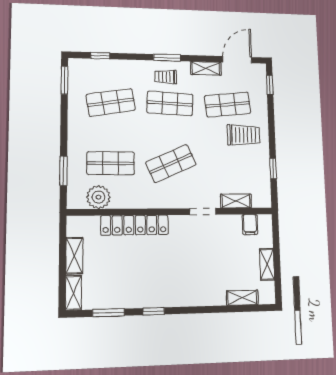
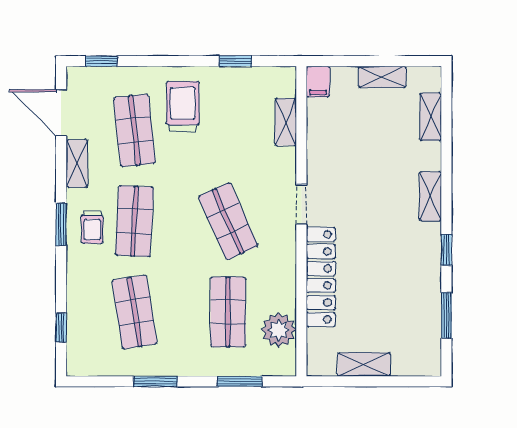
window: (64, 80) -> (155, 381), moved
doorway: (203, 211) -> (301, 205), moved
filing cabinet: (250, 225) -> (318, 82), moved, turned 90
shelving: (74, 293) -> (430, 196), moved, turned 90

